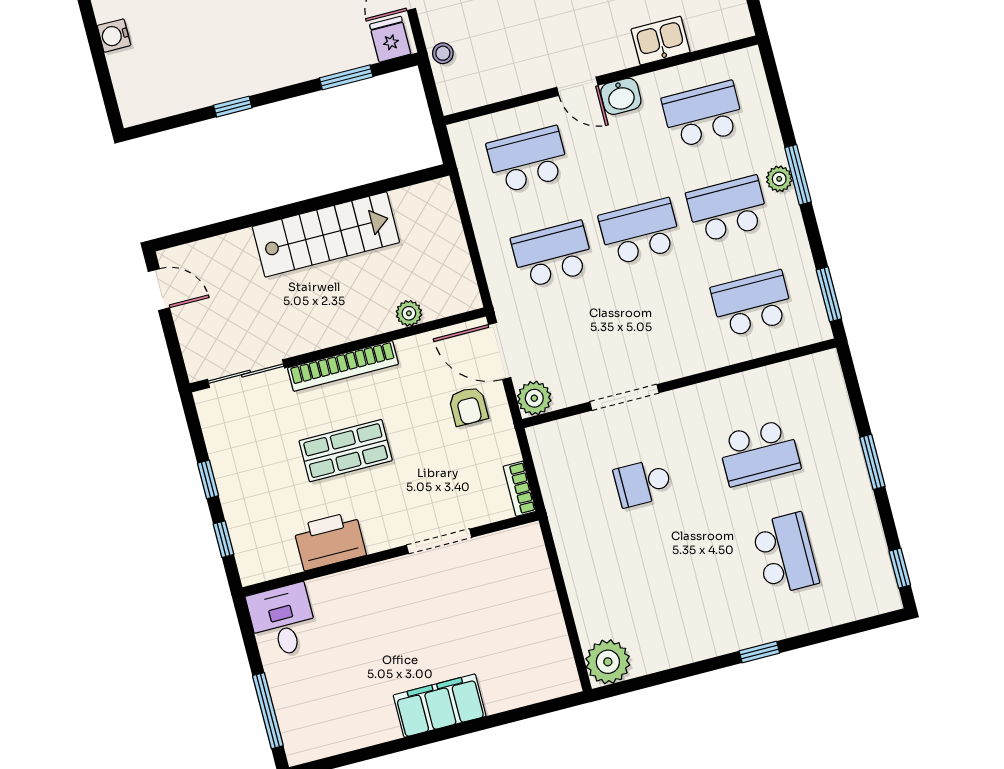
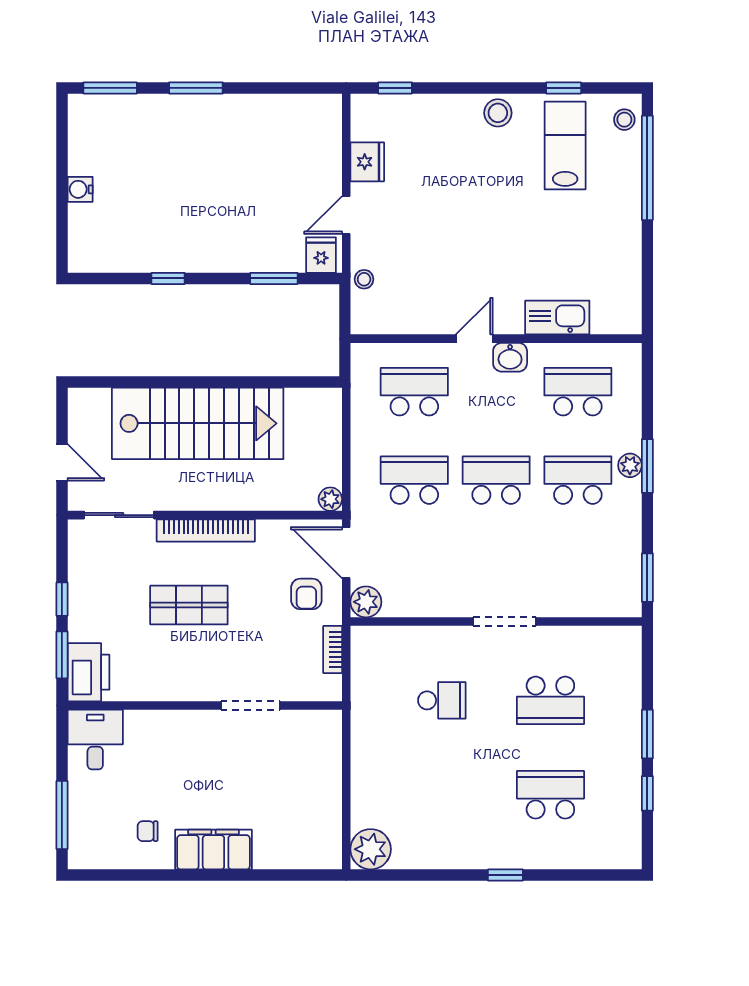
kitchen sink: (661, 41) -> (557, 318), width x1.38
door: (577, 86) -> (474, 339), swing flipped
stairs: (326, 234) -> (198, 423), width x1.36, depth x1.51
door: (159, 290) -> (62, 462), moved
school desk: (752, 304) -> (578, 568), removed
plant: (409, 313) -> (330, 499), moved
doorway: (624, 397) -> (505, 622), moved
school desk: (643, 483) -> (442, 700), turned 180
bookcase: (520, 489) -> (333, 650), moved
window: (223, 539) -> (62, 655), width x1.50
printer: (330, 541) -> (89, 672), moved, turned 90
school desk: (785, 554) -> (550, 795), turned -90
window: (900, 568) -> (647, 793), moved
chair: (364, 704) -> (148, 831), added

